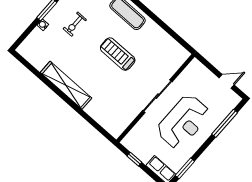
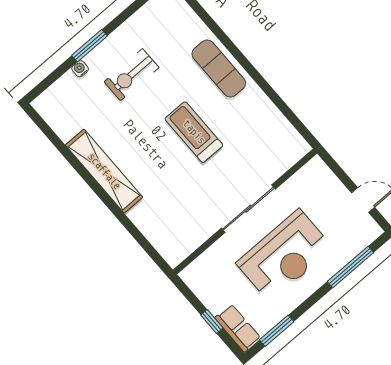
exercise bike: (75, 24) -> (131, 75), width x1.38, depth x1.39
window: (134, 159) -> (212, 321), moved

